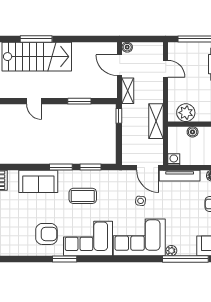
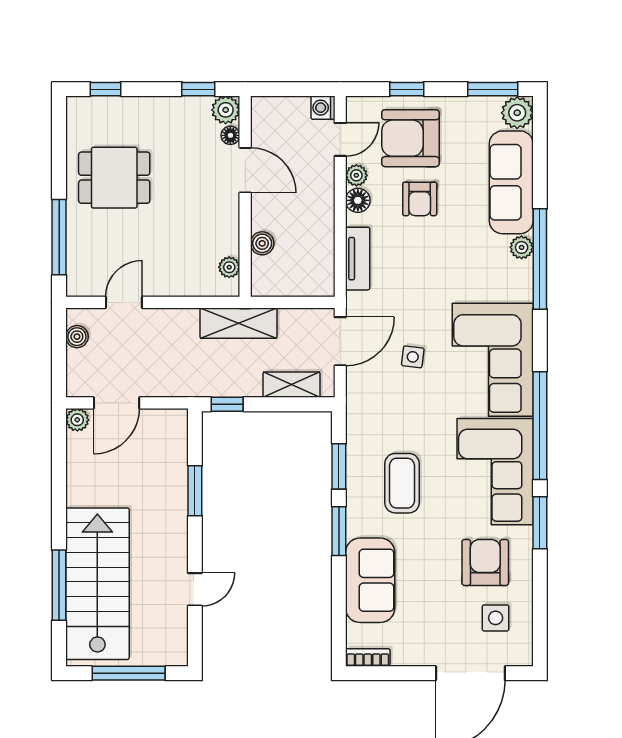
plant: (112, 47) -> (77, 420), added
boiler: (127, 47) -> (77, 337), moved
shelving: (128, 91) -> (292, 385), moved
plant: (186, 113) -> (229, 267), width x0.53, depth x0.53
washing machine: (174, 159) -> (322, 284), removed
tv unit: (180, 176) -> (358, 259), width x0.71
side table: (21, 239) -> (496, 618), added
plant: (171, 251) -> (522, 247), moved
window: (109, 259) -> (540, 426), added

